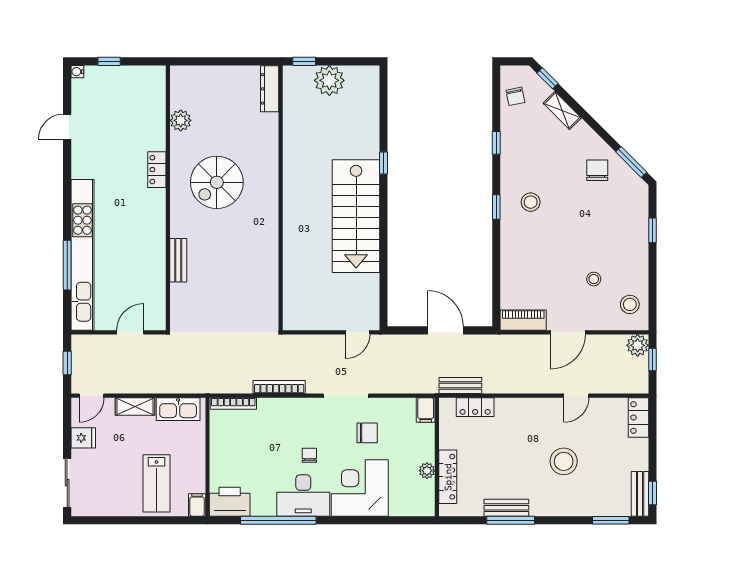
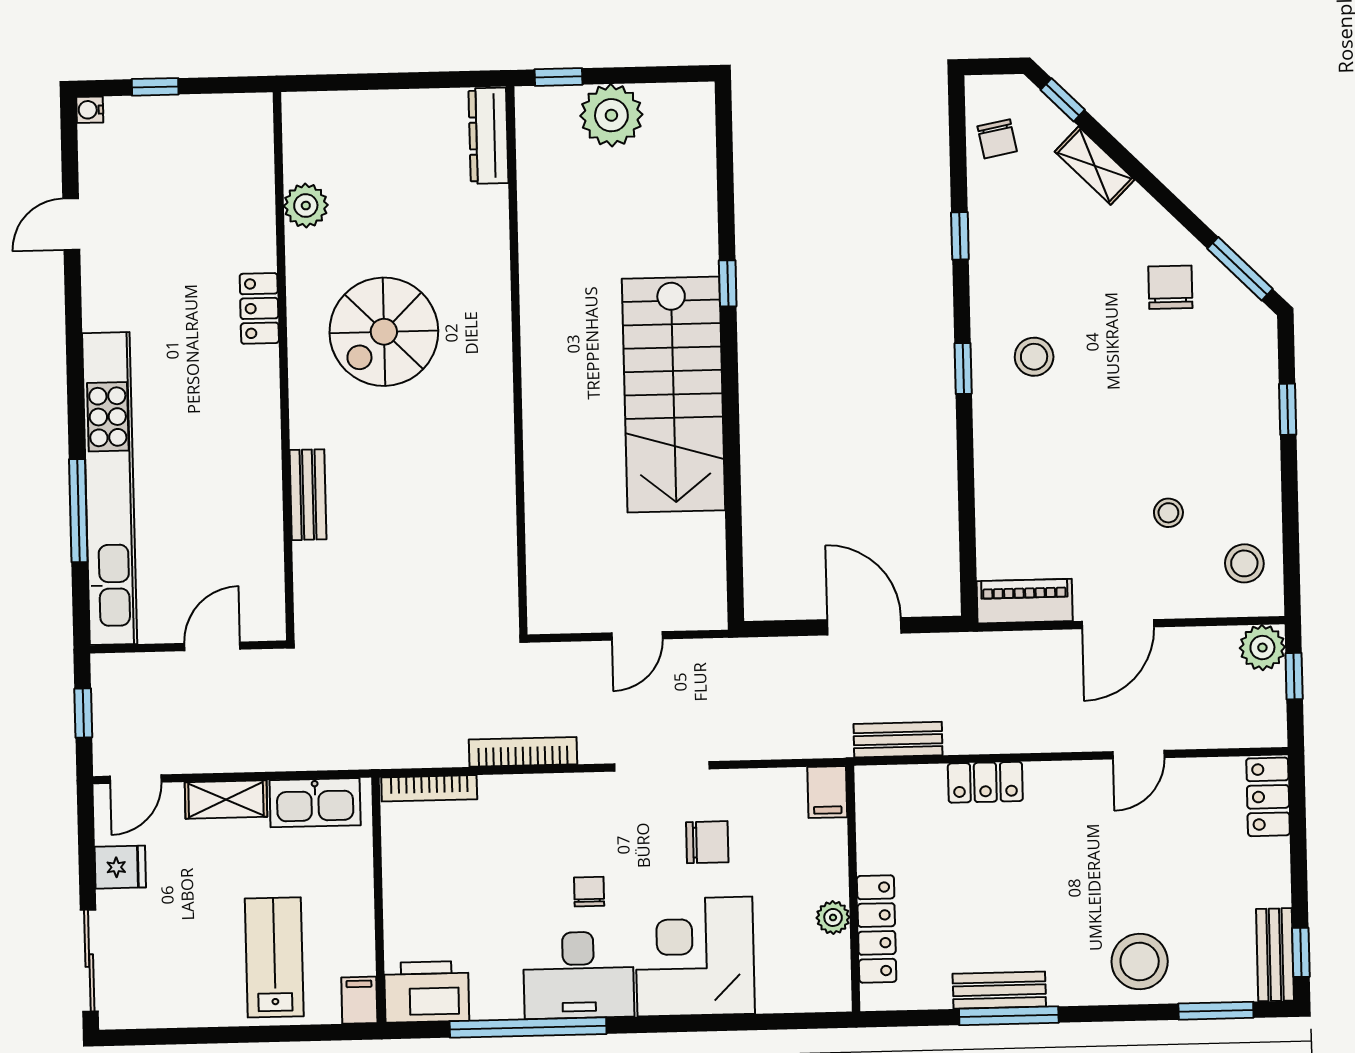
door: (358, 332) -> (637, 636), moved
locker: (475, 407) -> (985, 782), moved
stool: (564, 461) -> (1140, 962), moved
lab bench: (156, 483) -> (274, 957), turned 180

